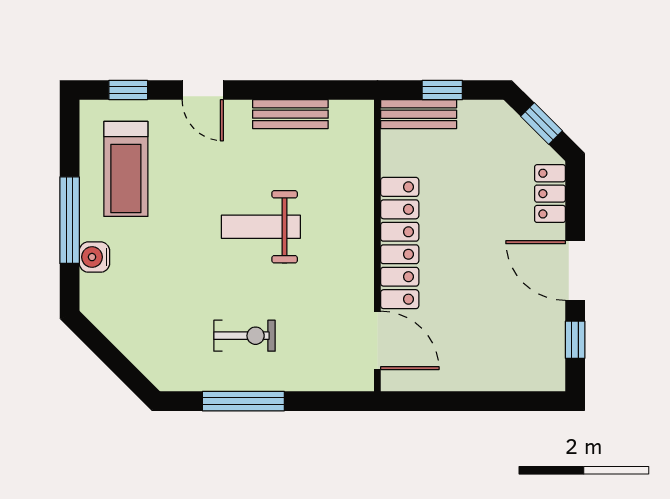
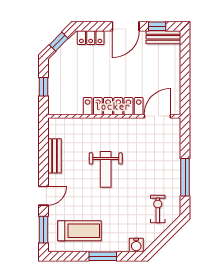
window: (128, 90) -> (44, 230), width x1.50
bench: (419, 114) -> (163, 37), moved, turned 90
window: (70, 220) -> (103, 256), width x0.69
water cooler: (94, 257) -> (136, 245), moved
exercise bike: (245, 336) -> (158, 209), moved

